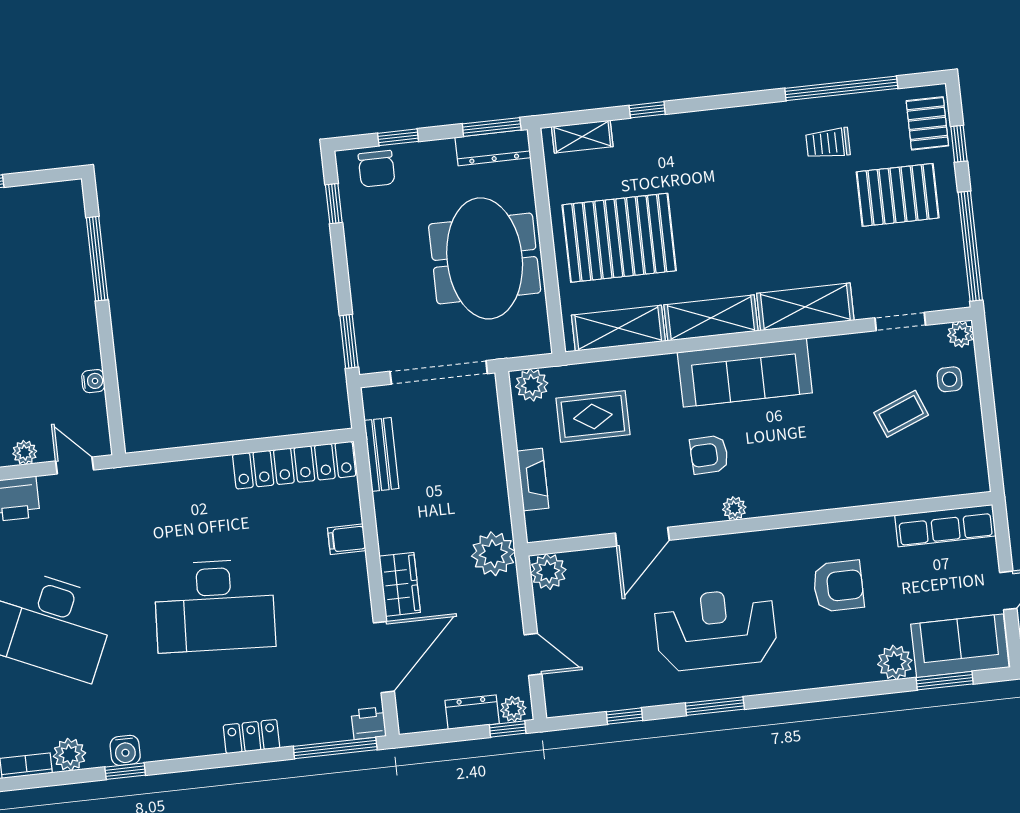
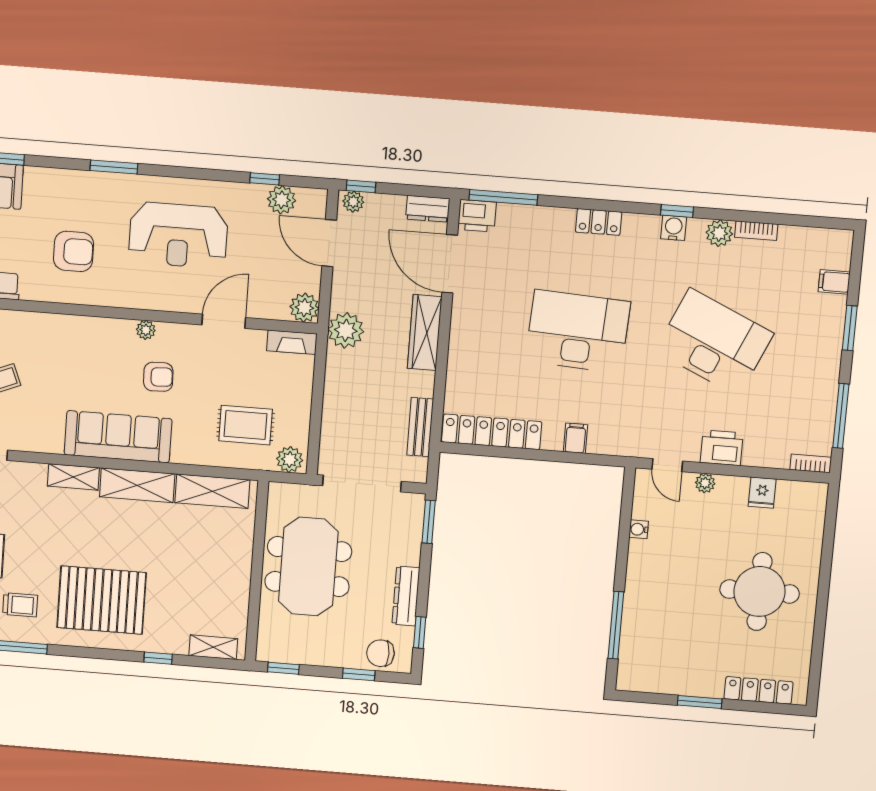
window: (492, 127) -> (283, 668), width x0.67
dresser: (493, 147) -> (406, 596), moved, turned -90
chair: (377, 169) -> (381, 653), turned -90
pallet: (619, 238) -> (102, 600), moved
shelving: (805, 307) -> (73, 477), width x0.67, depth x0.75
fireplace: (533, 480) -> (292, 342), moved, turned -90
filing cabinet: (347, 539) -> (575, 438), moved, turned -90
wardrobe: (400, 584) -> (425, 333), width x1.50
armchair: (838, 586) -> (74, 251), turned 180
door: (533, 654) -> (329, 243), width x1.38
door: (384, 657) -> (450, 264), hinge flipped
plant: (895, 662) -> (282, 200), moved
window: (715, 706) -> (114, 167), moved
dresser: (472, 712) -> (428, 209), moved
printer: (369, 723) -> (477, 216), width x1.36, depth x1.24
locker: (251, 737) -> (599, 222), moved

